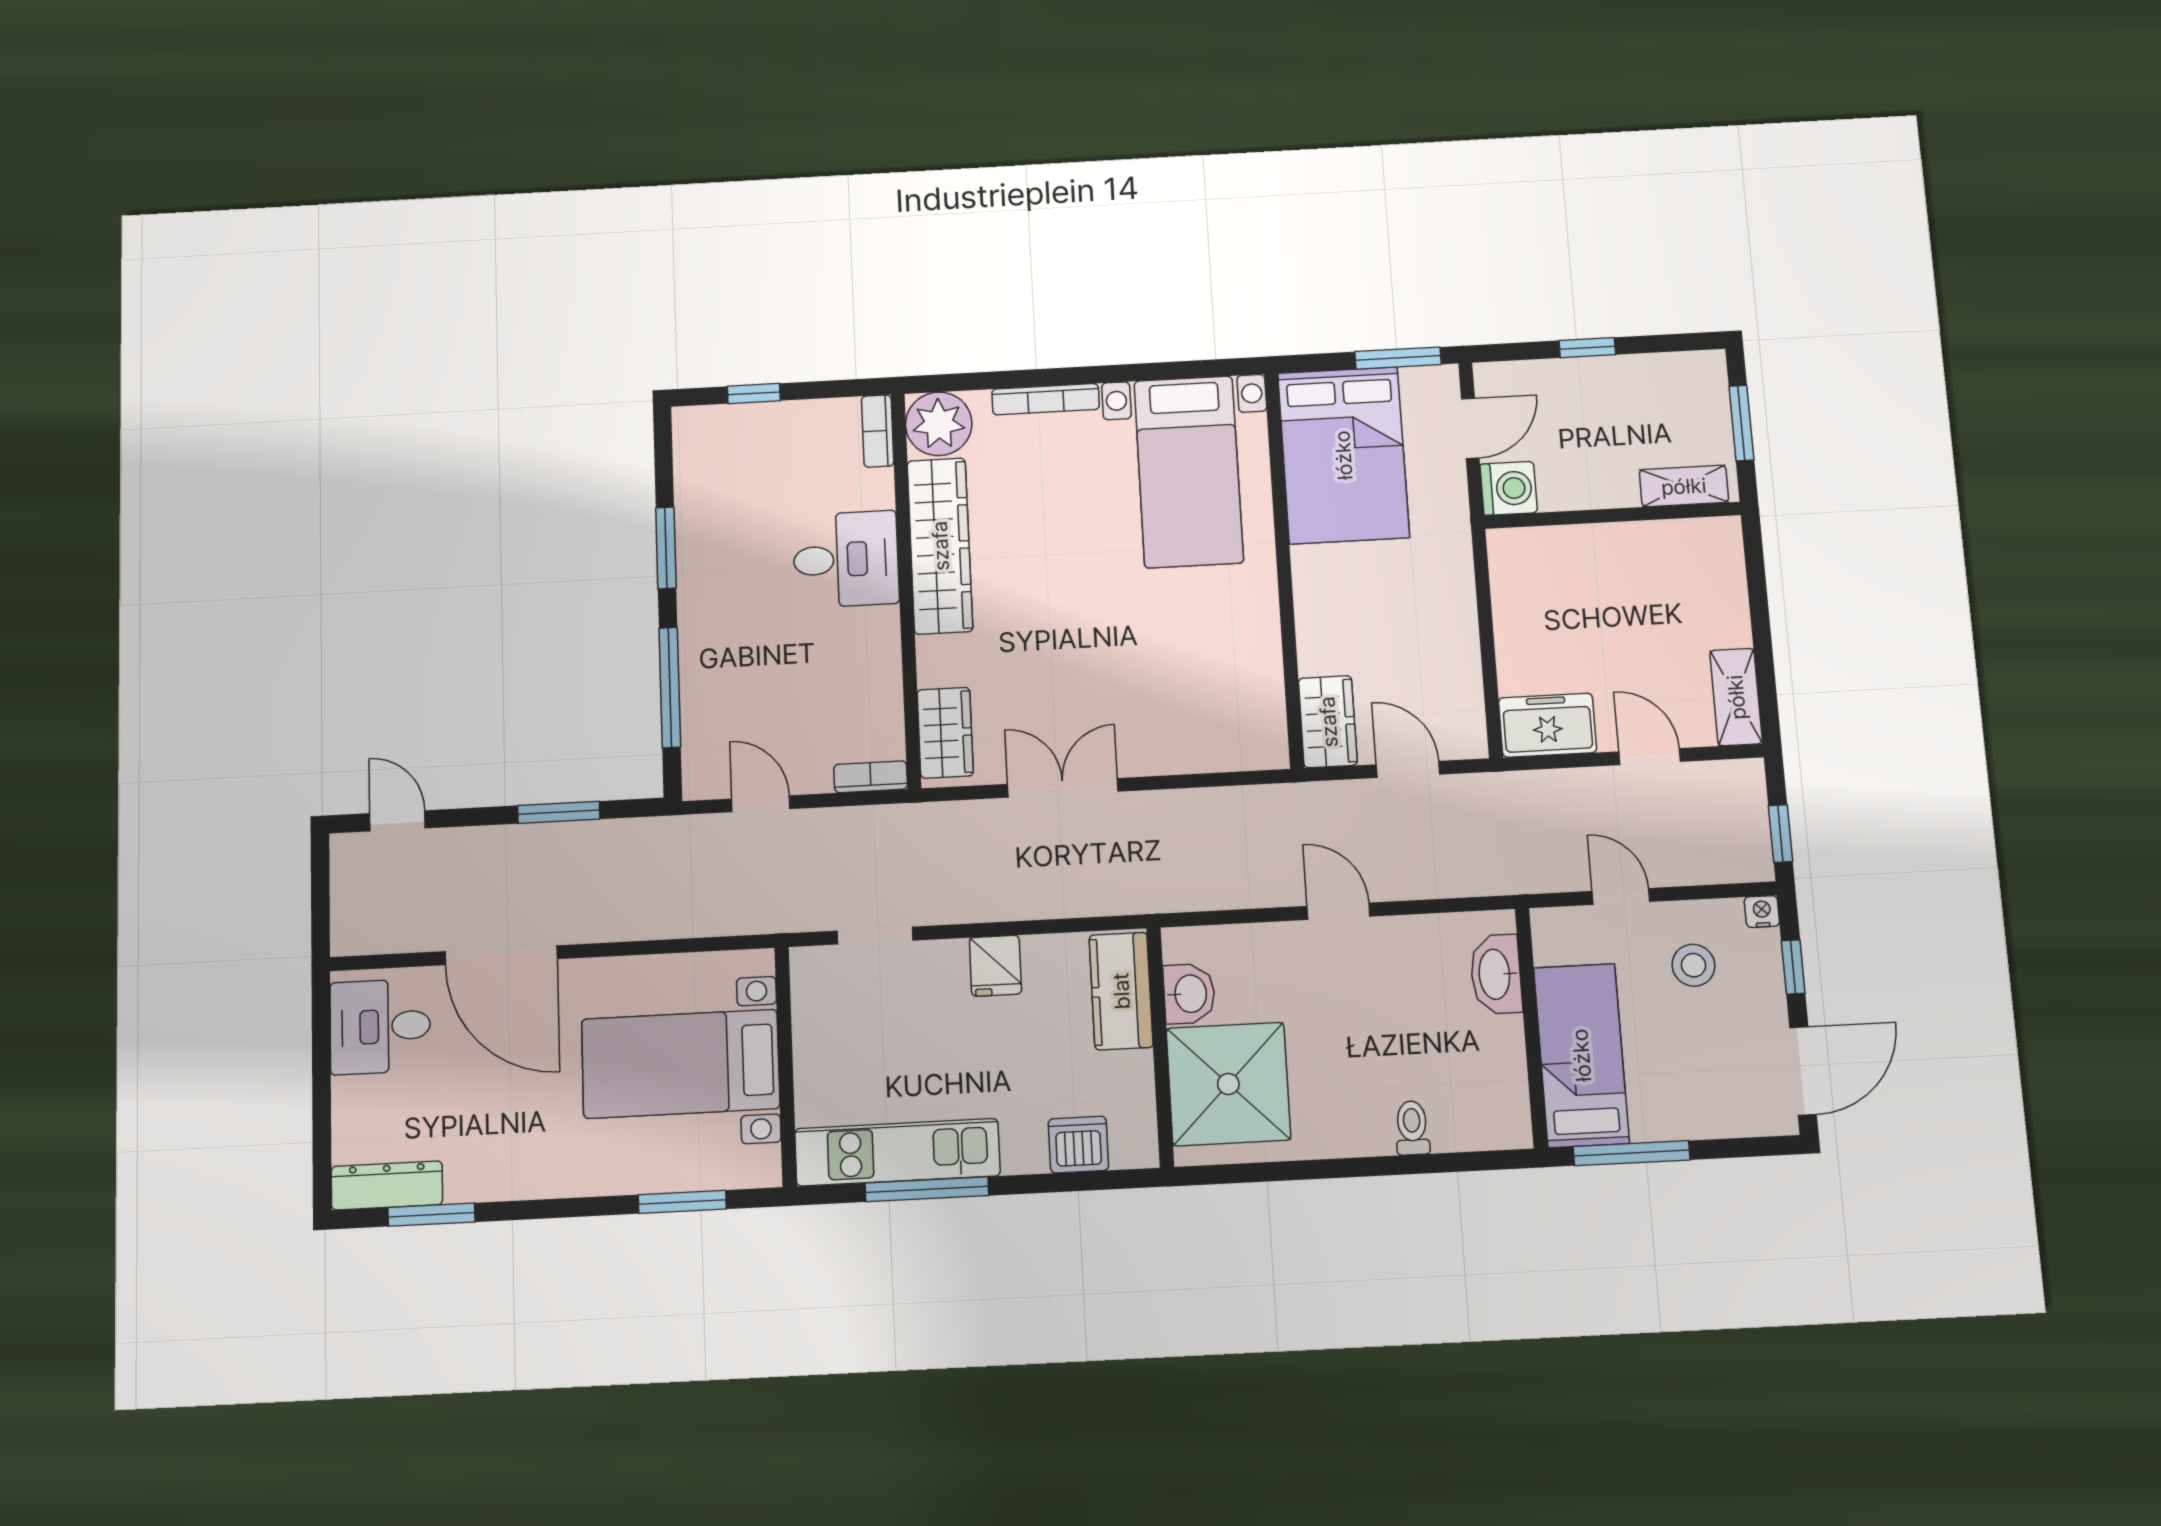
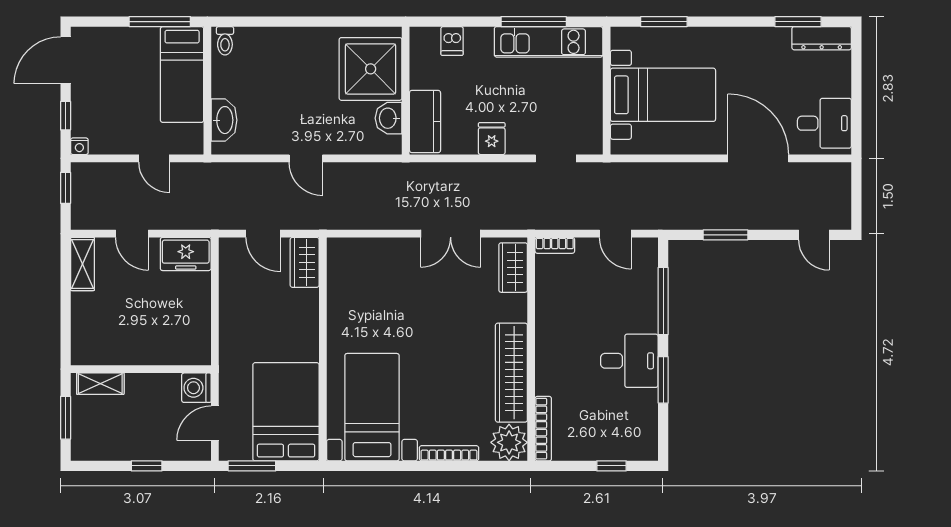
bookcase: (878, 431) -> (543, 429), width x1.56
desk: (846, 559) -> (629, 361), moved, turned 180
stool: (1693, 965) -> (118, 119), removed
toilet: (1412, 1128) -> (225, 41), moved
dishwasher: (1078, 1145) -> (452, 41), width x0.73

